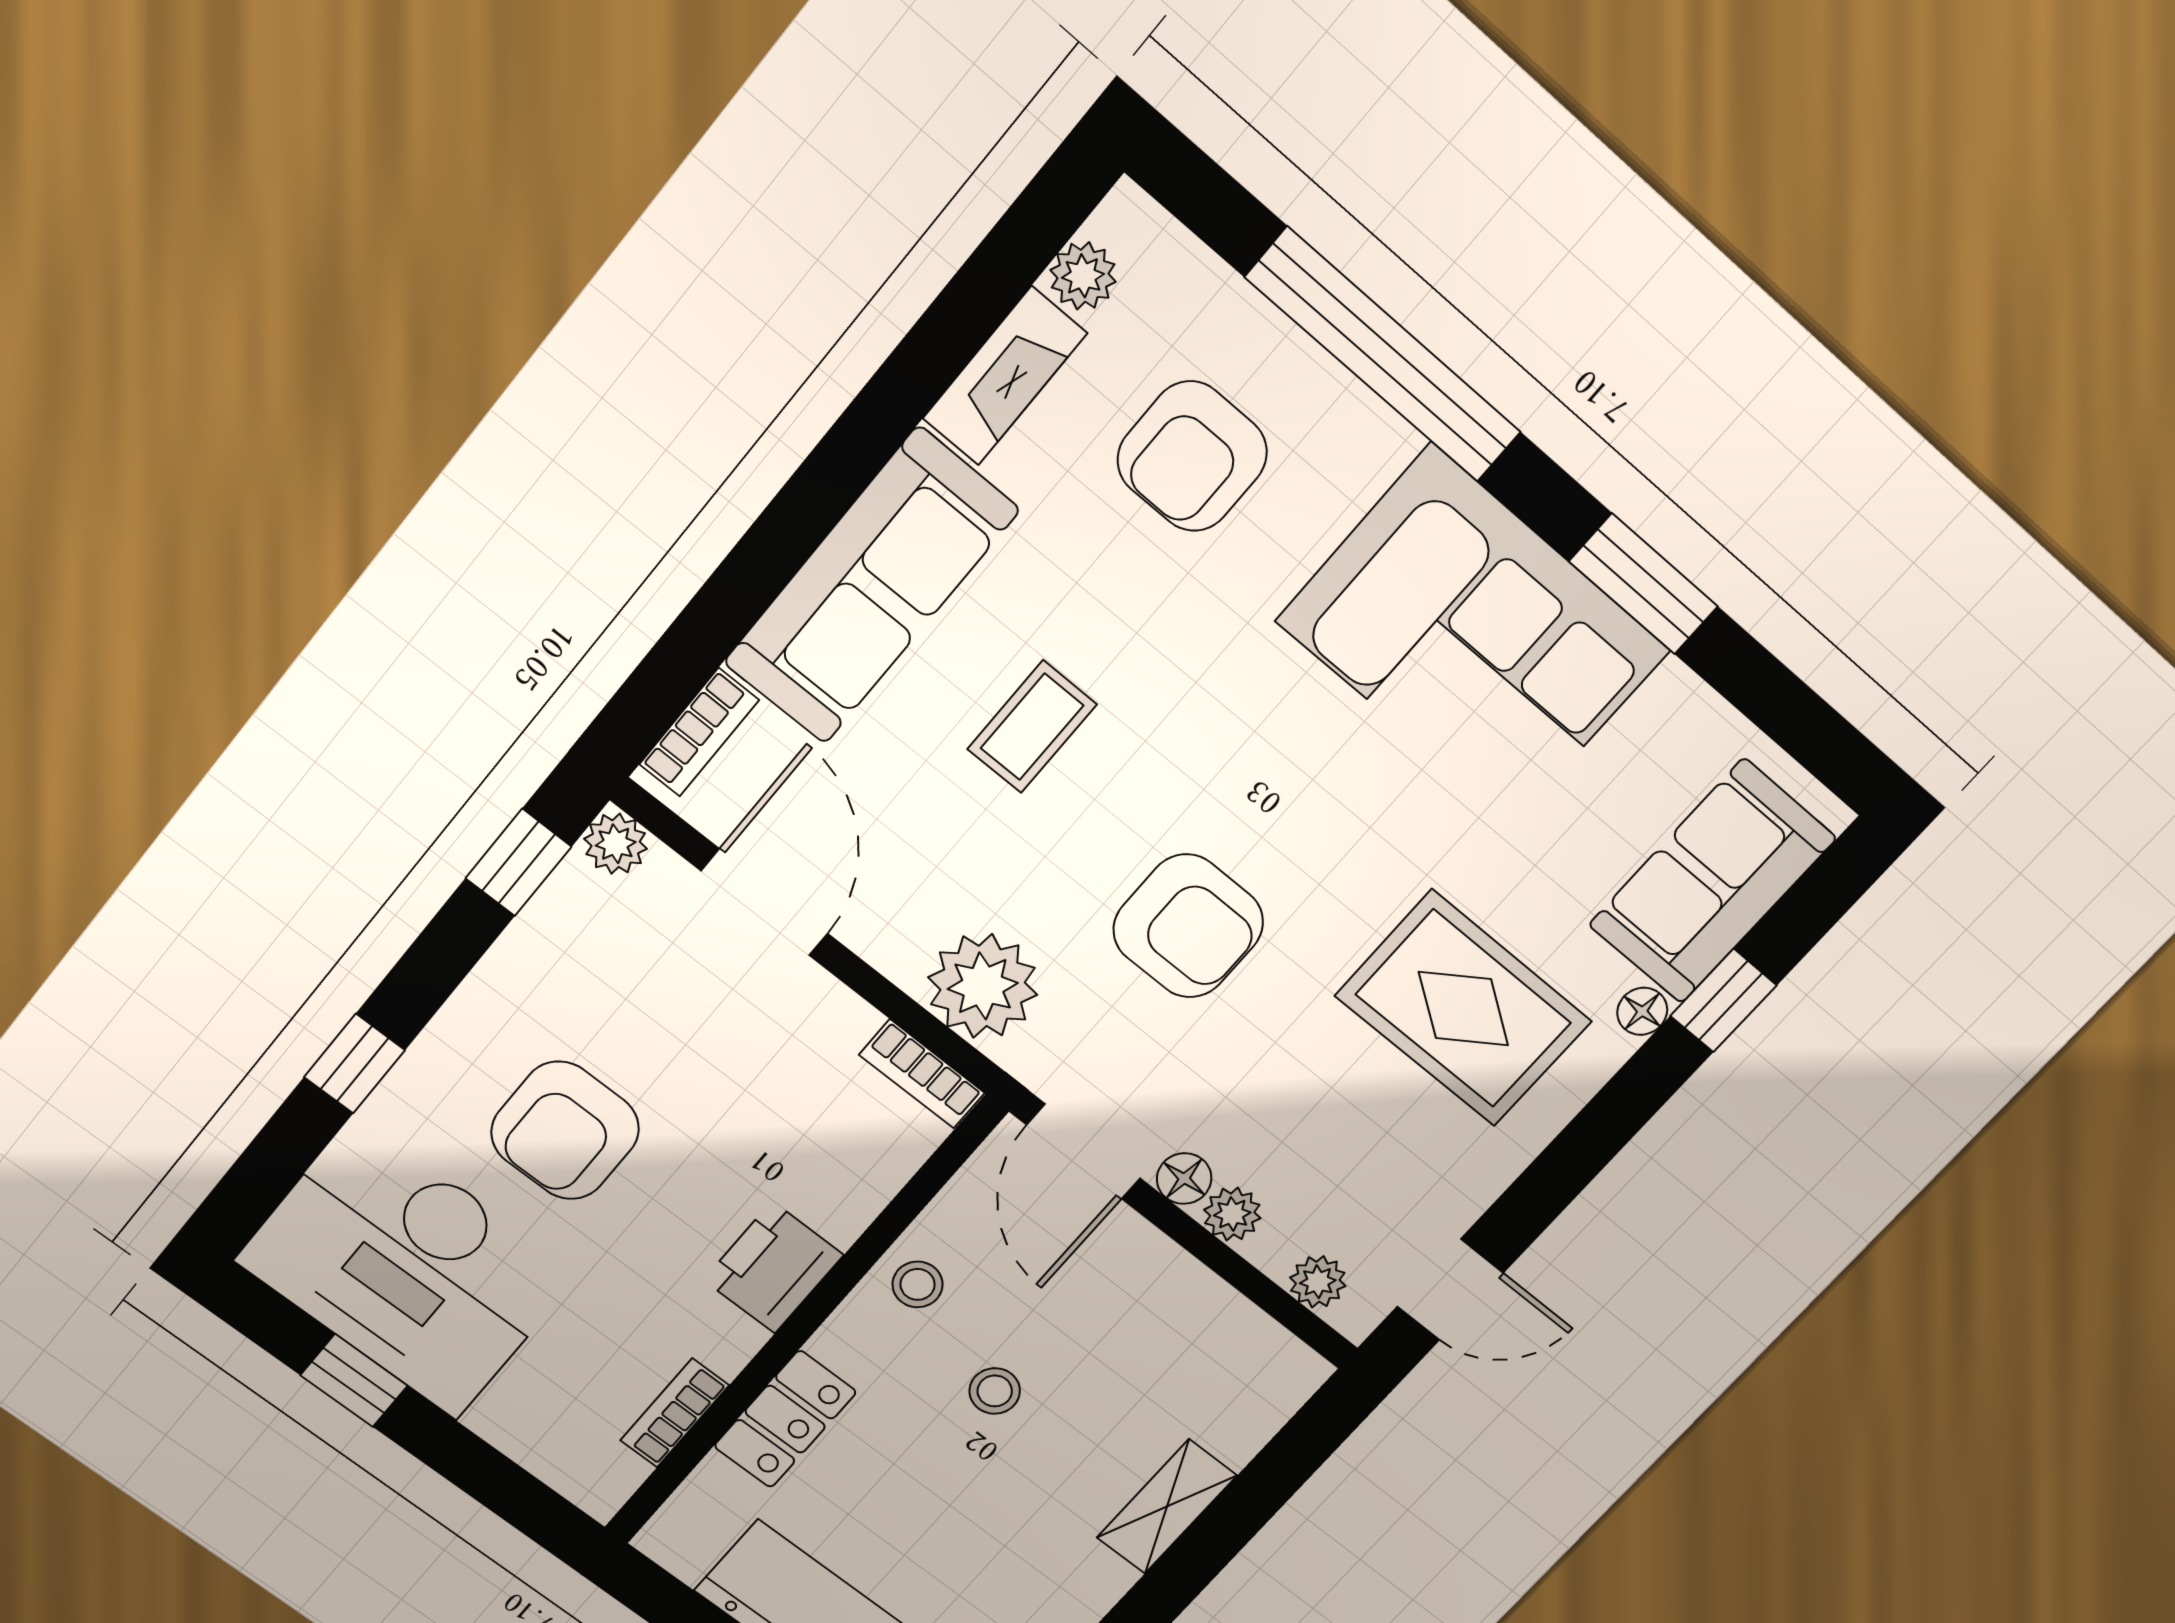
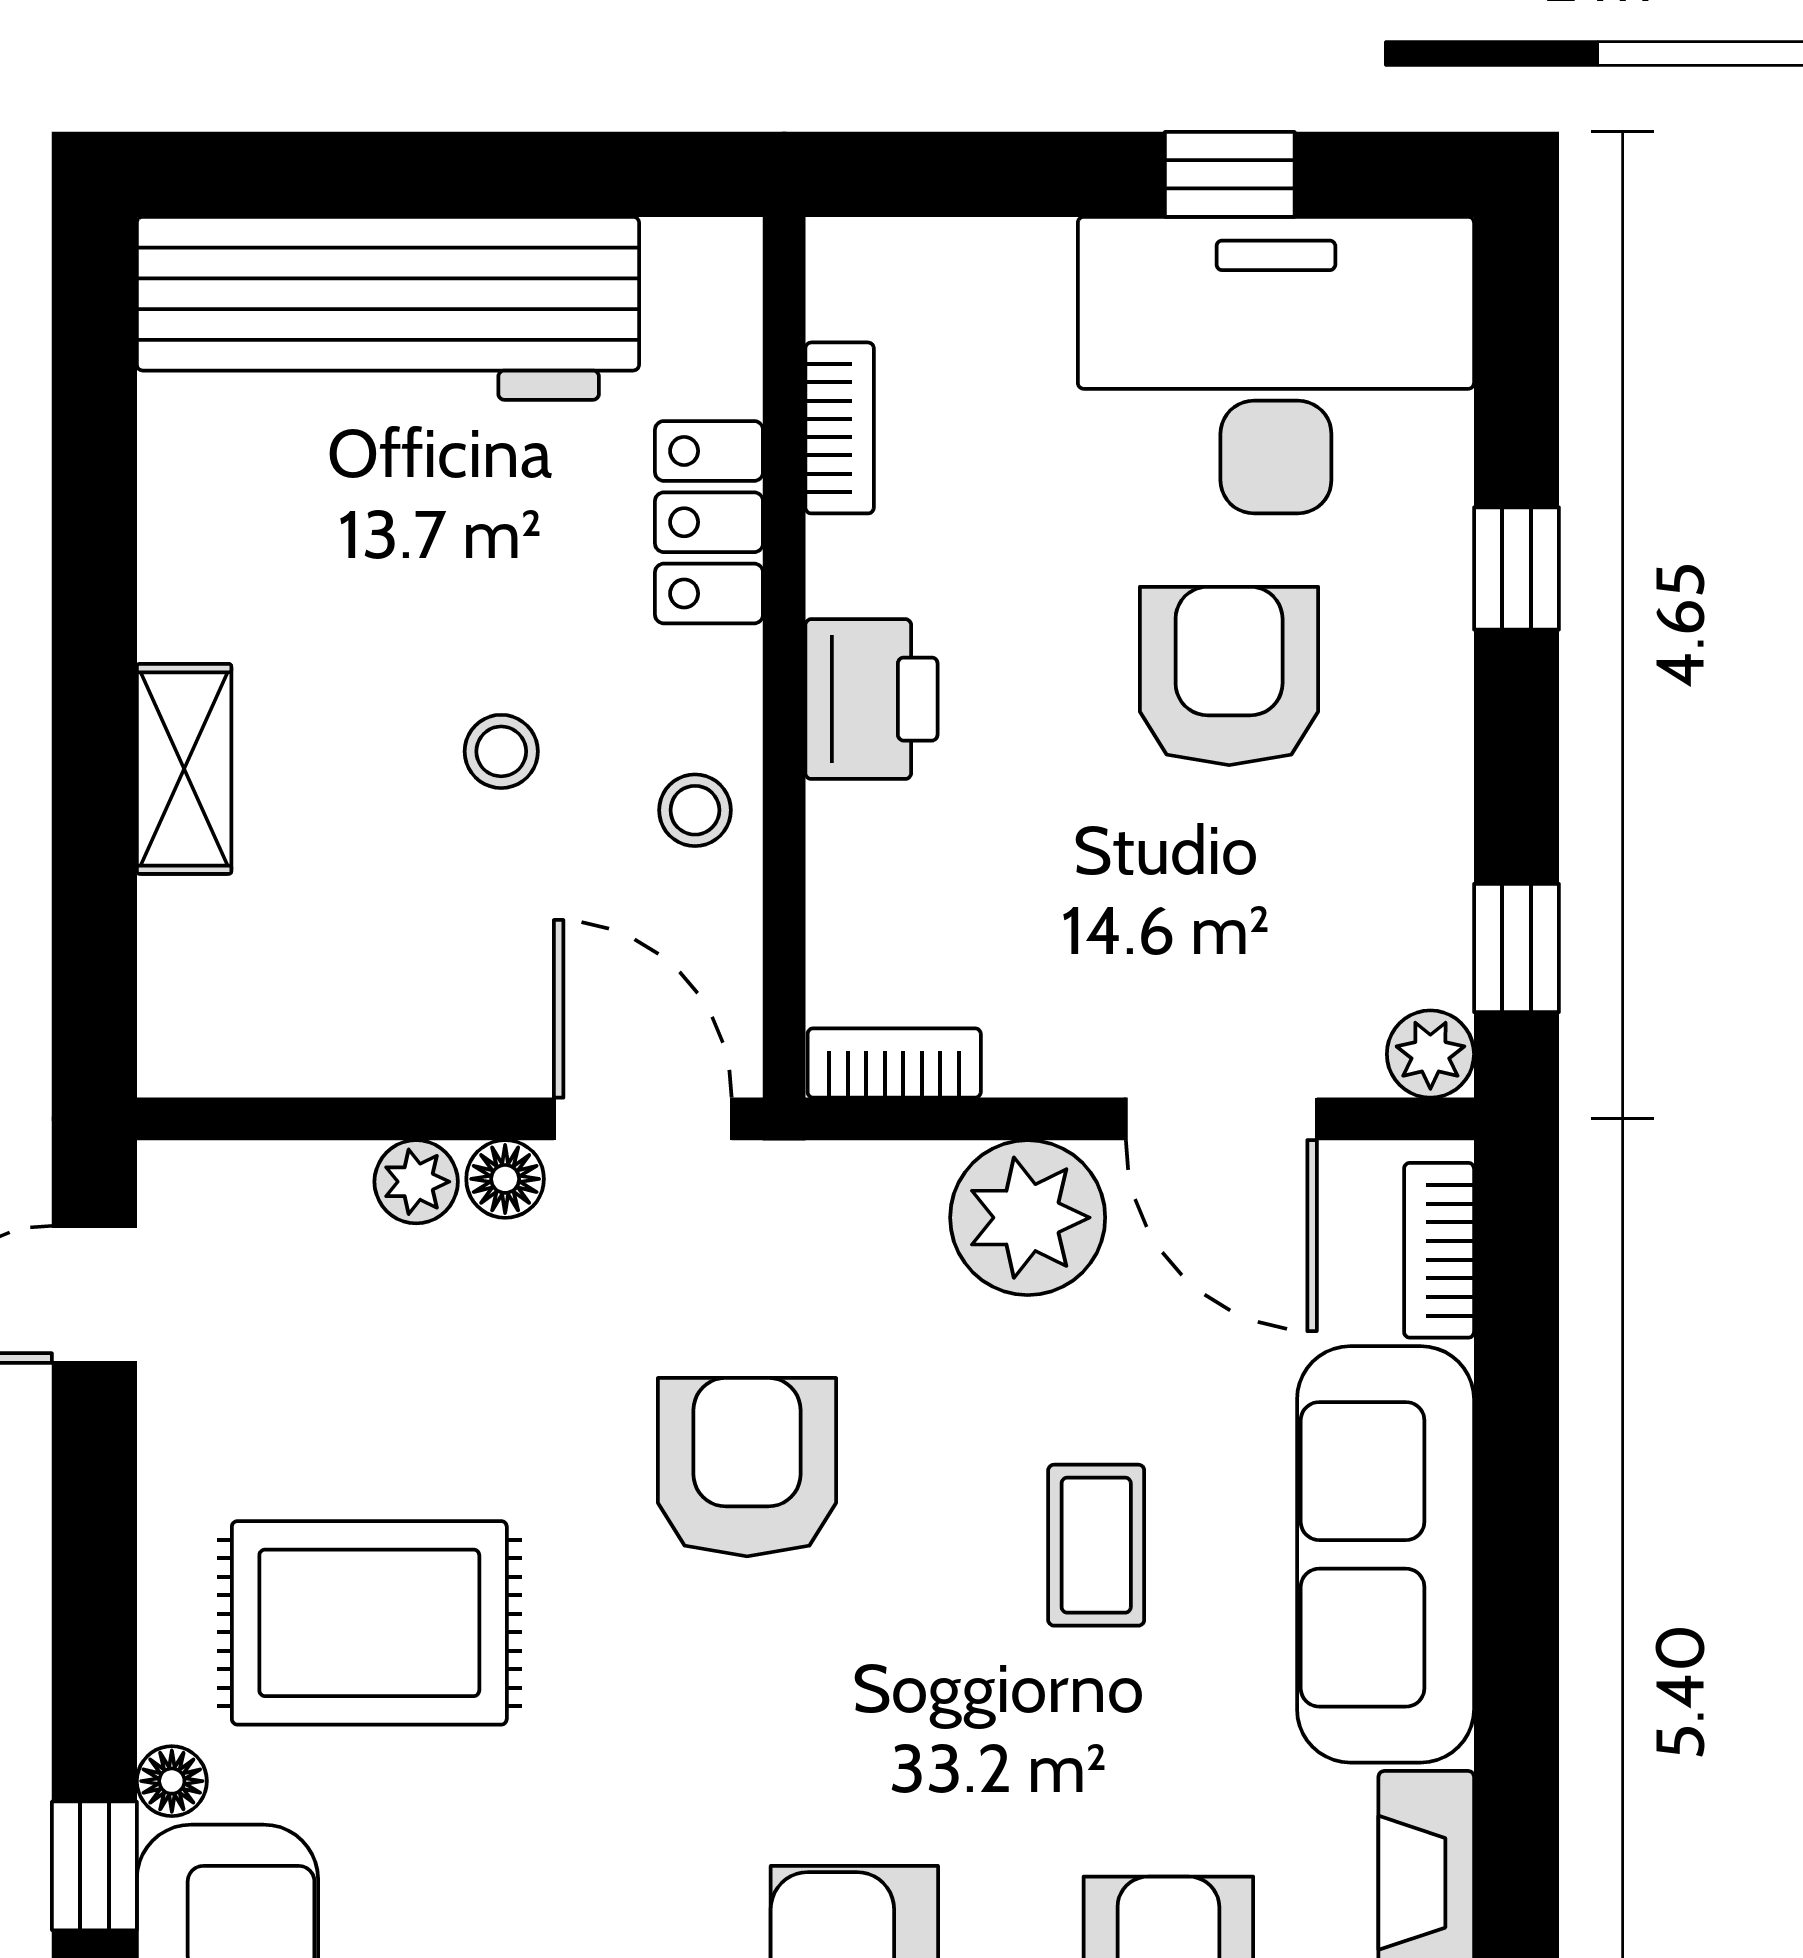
armchair: (1188, 926) -> (747, 1467), turned 90
plant: (983, 986) -> (1028, 1218), moved
plant: (1318, 1282) -> (251, 1181), removed

